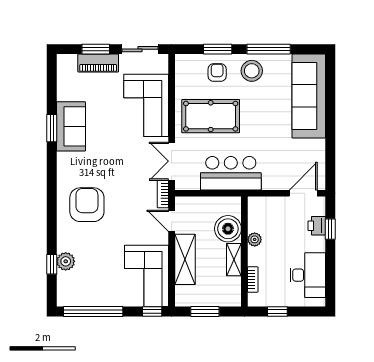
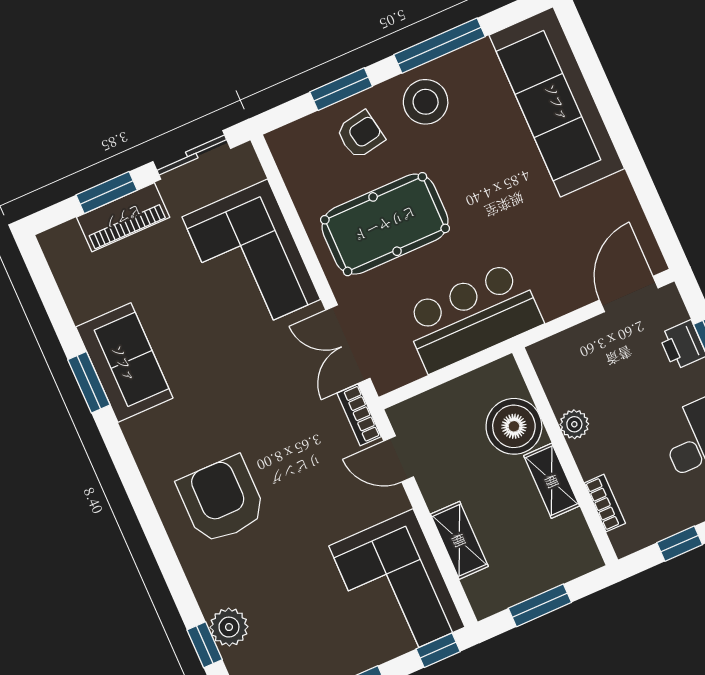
armchair: (217, 73) -> (360, 135), turned 80
shelving: (185, 259) -> (459, 540), width x0.67, depth x0.75

